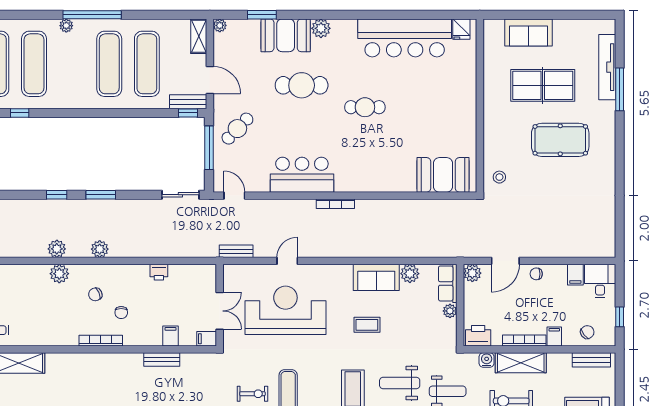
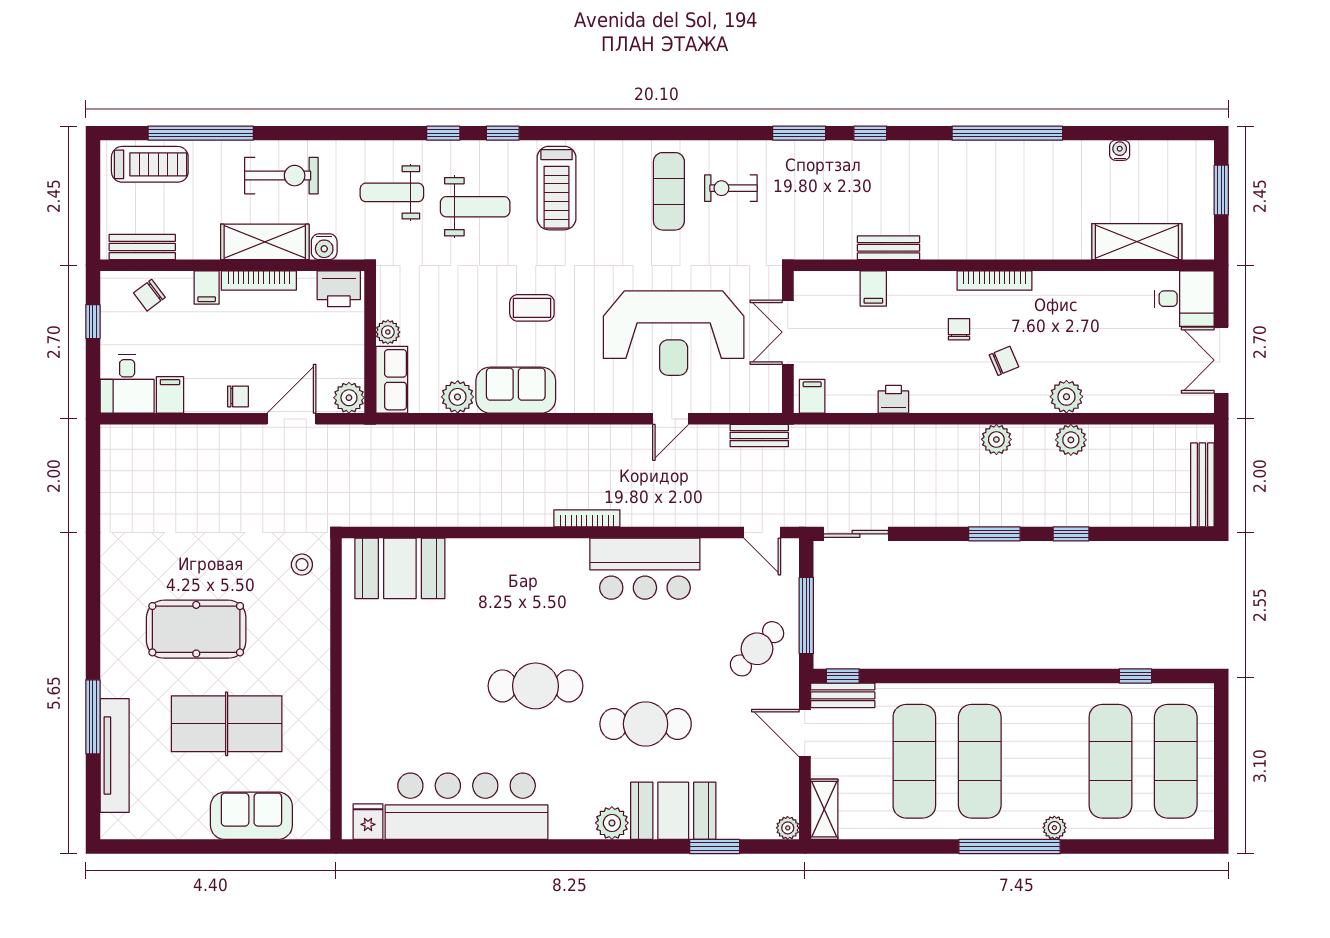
cafe table: (365, 107) -> (536, 686), width x1.37, depth x1.35
filing cabinet: (207, 339) -> (812, 396), moved, turned -90

